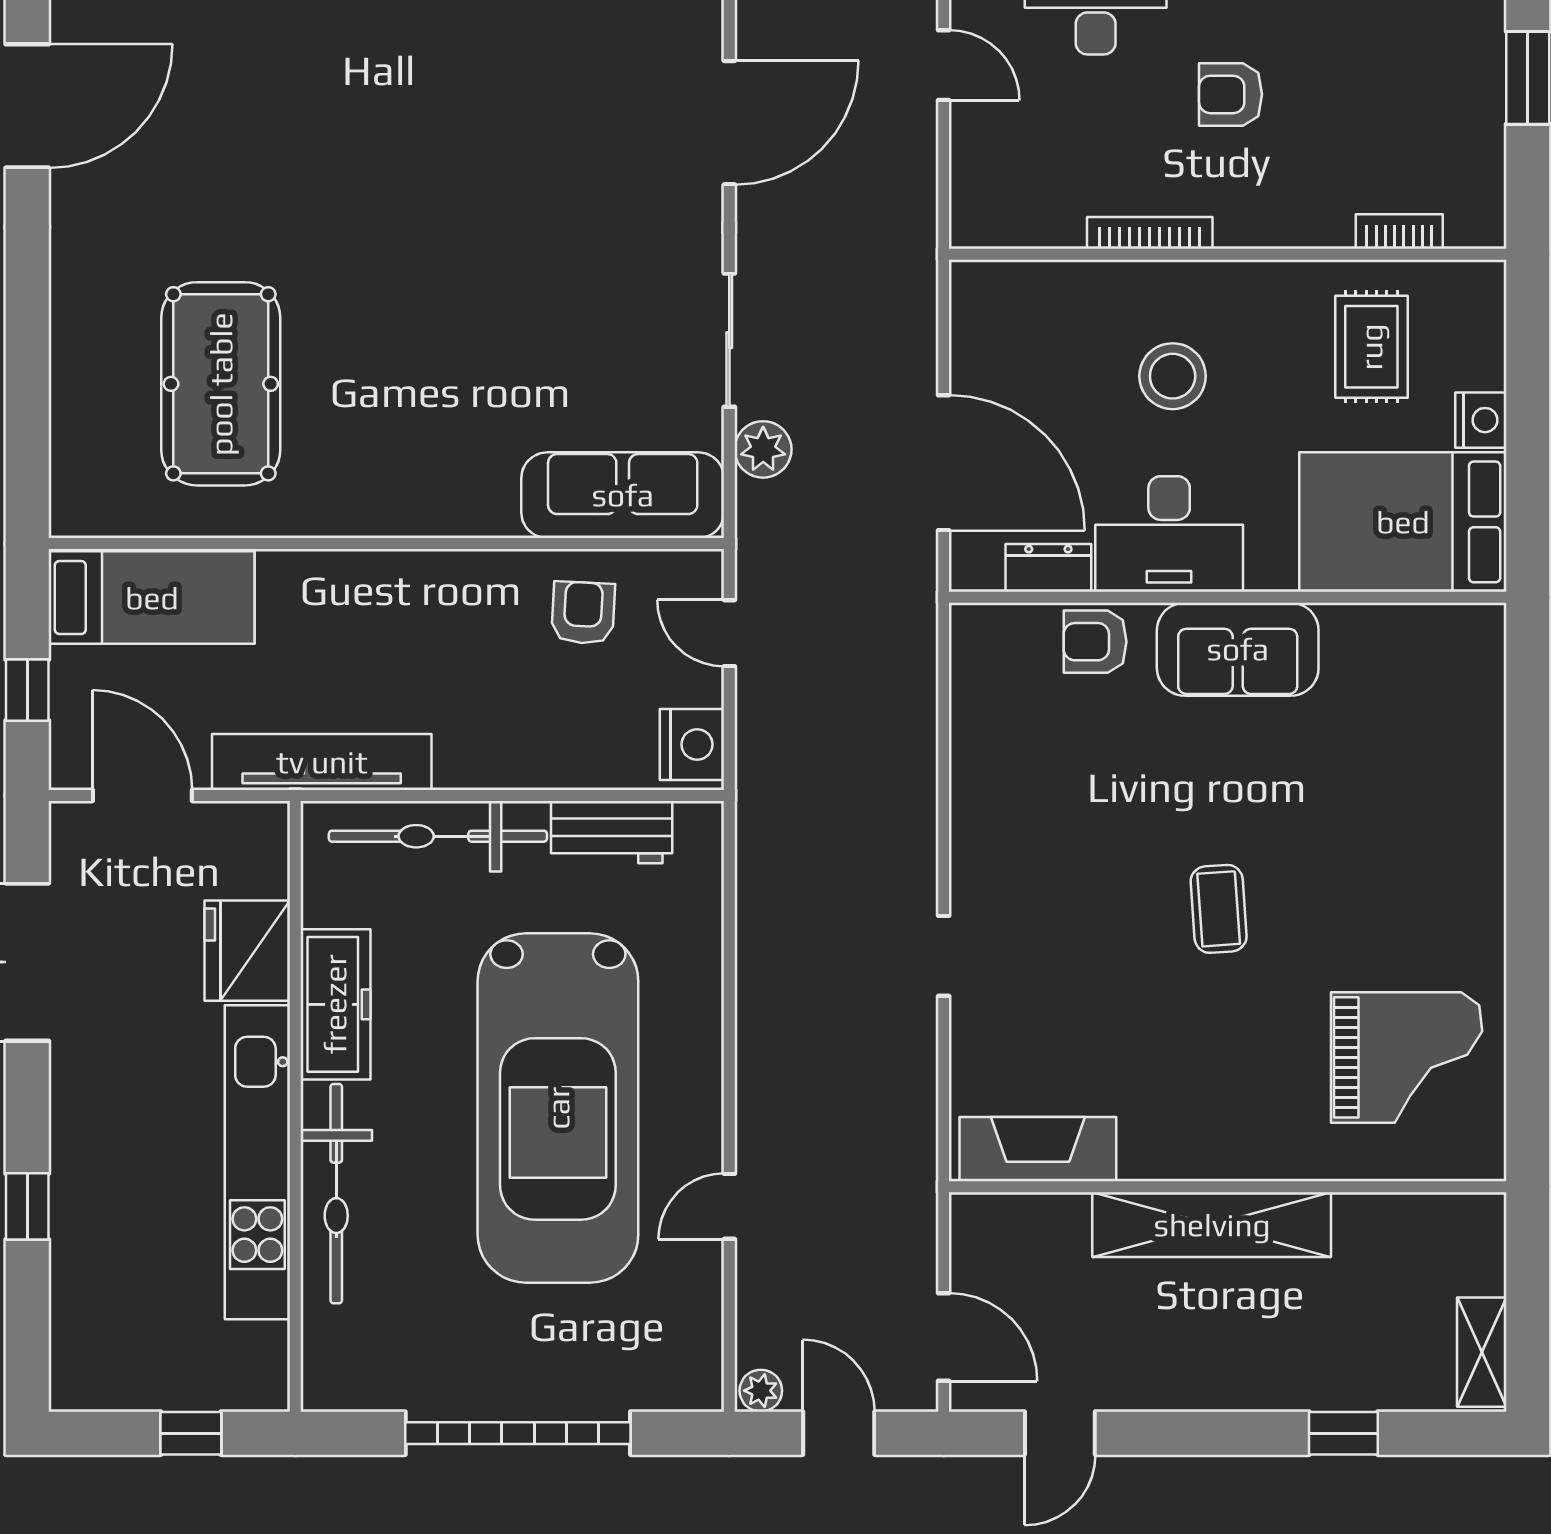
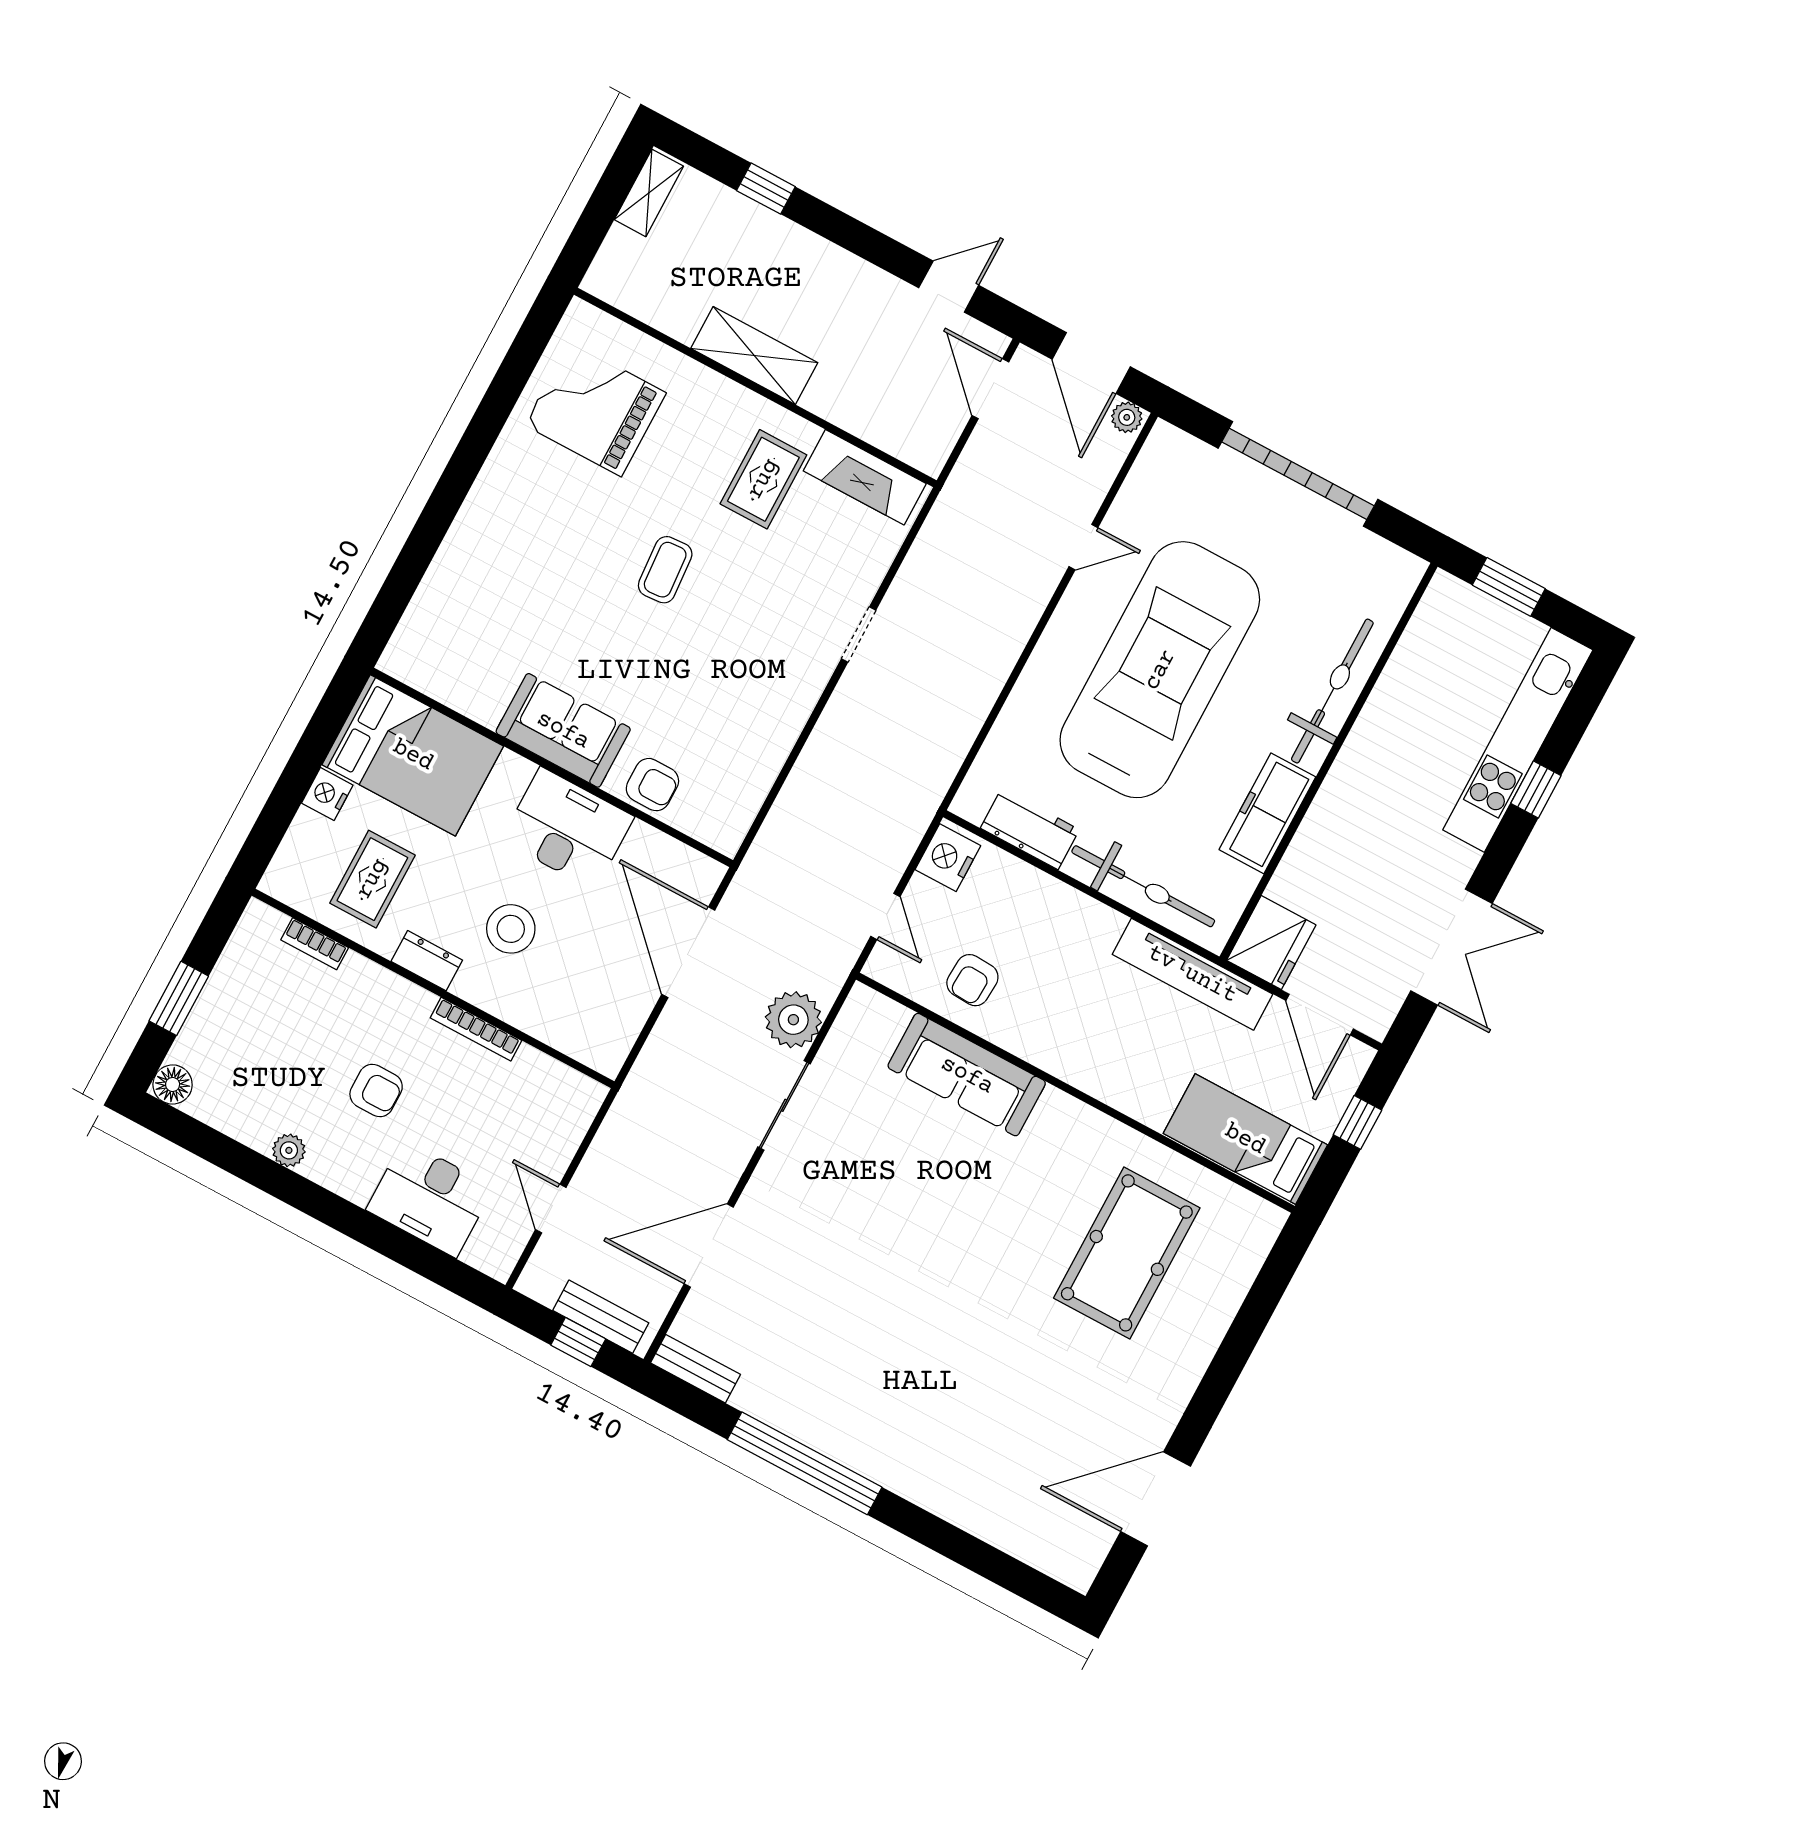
plant: (763, 449) -> (793, 1020), width x1.36, depth x1.36
sofa: (623, 495) -> (967, 1075), moved
dresser: (1048, 568) -> (427, 961), moved, turned 180
fridge: (247, 951) -> (1271, 943), moved
rug: (1159, 1081) -> (763, 479), added
kitchen unit: (257, 1162) -> (1518, 740), moved, turned 180
shelving: (1212, 1225) -> (754, 355), width x0.68
window: (191, 1433) -> (1509, 587), width x1.50
door: (839, 1433) -> (1091, 363), width x1.38

